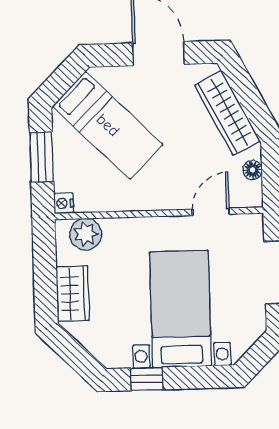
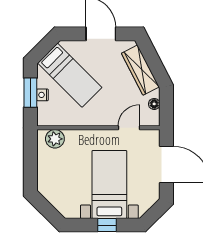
nightstand: (63, 203) -> (42, 95), moved
wardrobe: (73, 294) -> (46, 174), removed
window: (147, 379) -> (107, 225), moved

